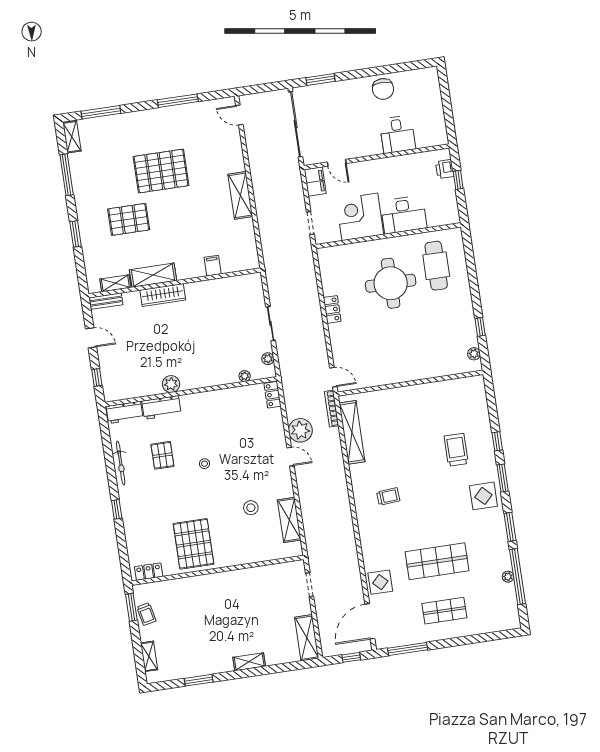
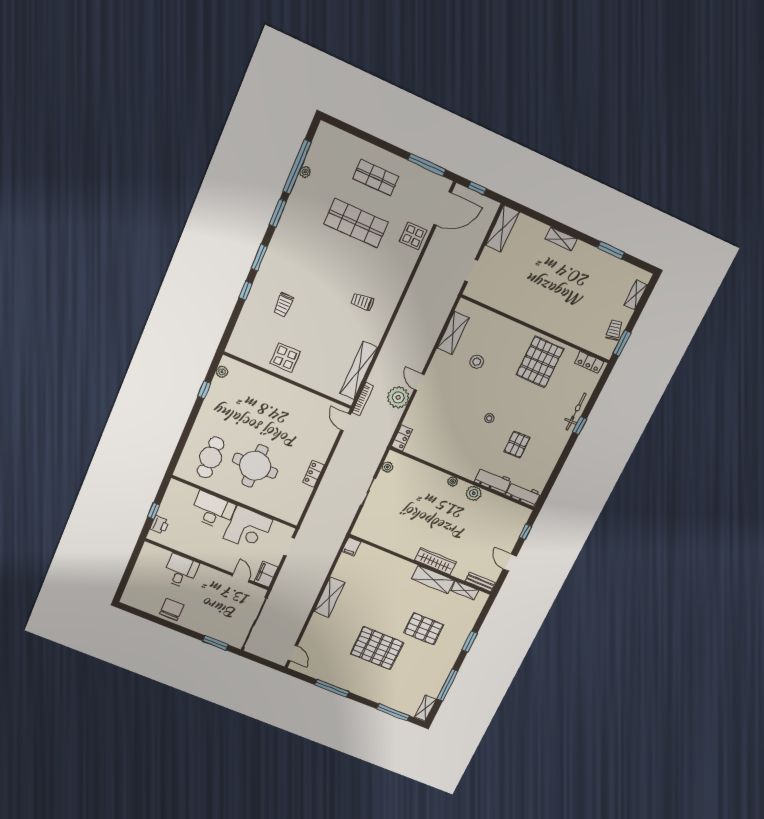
filing cabinet: (213, 266) -> (351, 547), moved
plant: (245, 376) -> (453, 482), moved
trolley: (456, 450) -> (283, 305), width x0.73, depth x0.72
bicycle: (121, 463) -> (576, 412), moved
display table: (483, 496) -> (285, 358), moved

